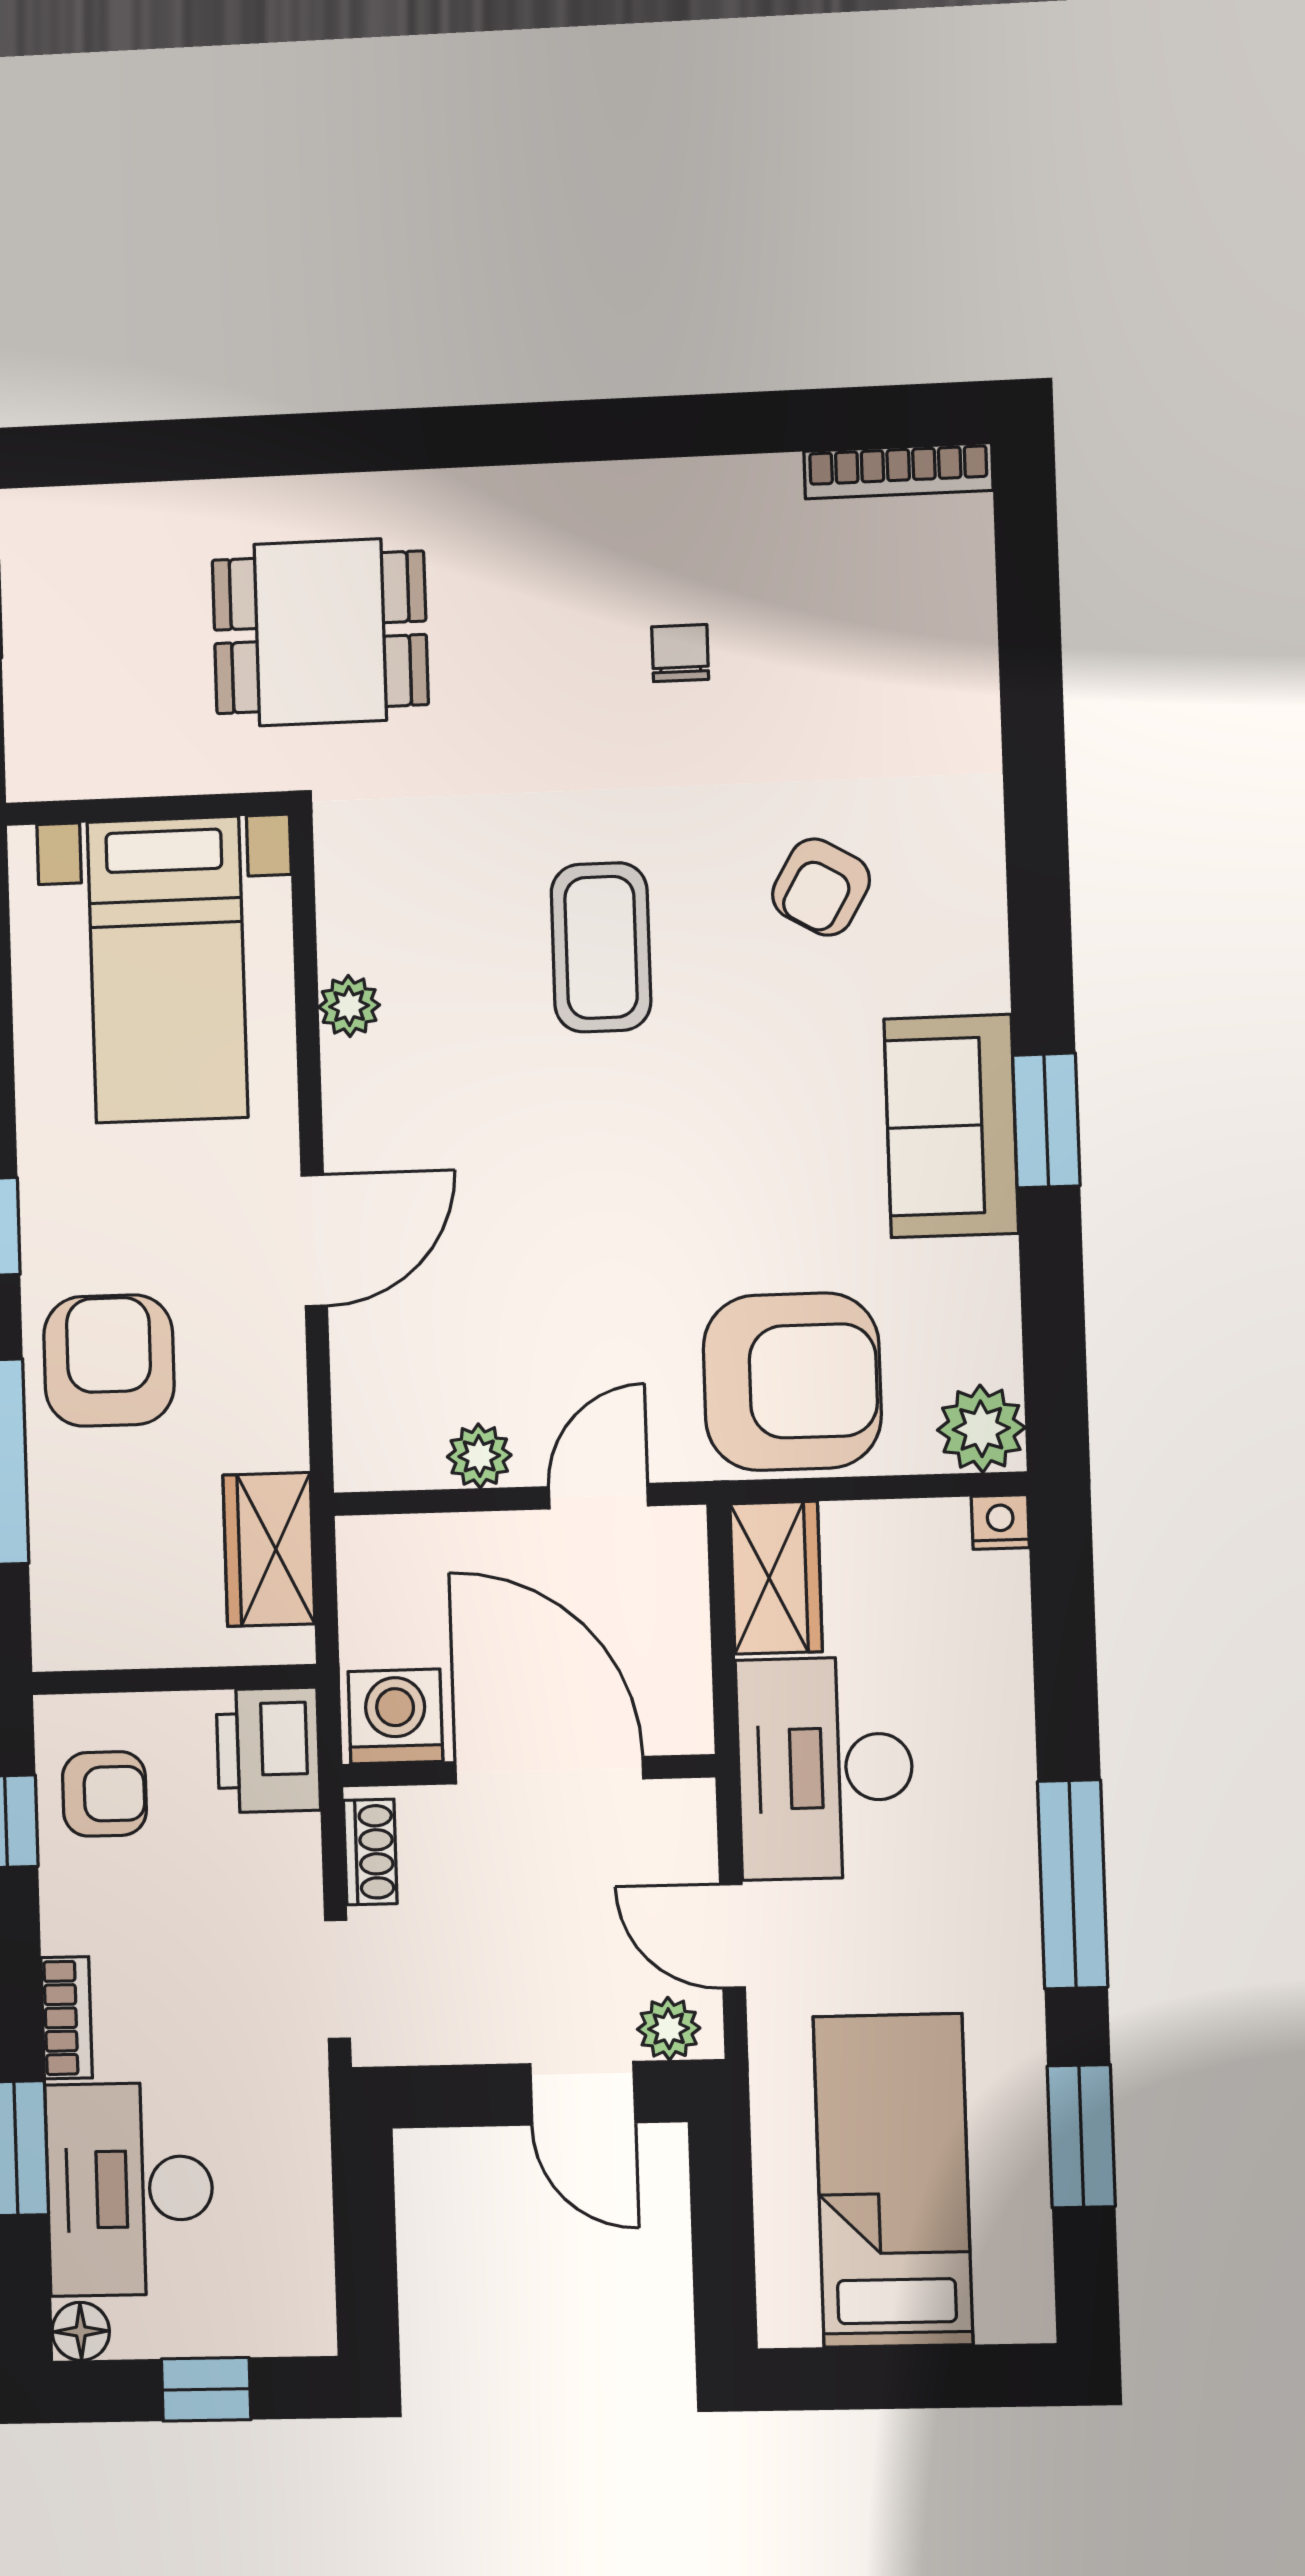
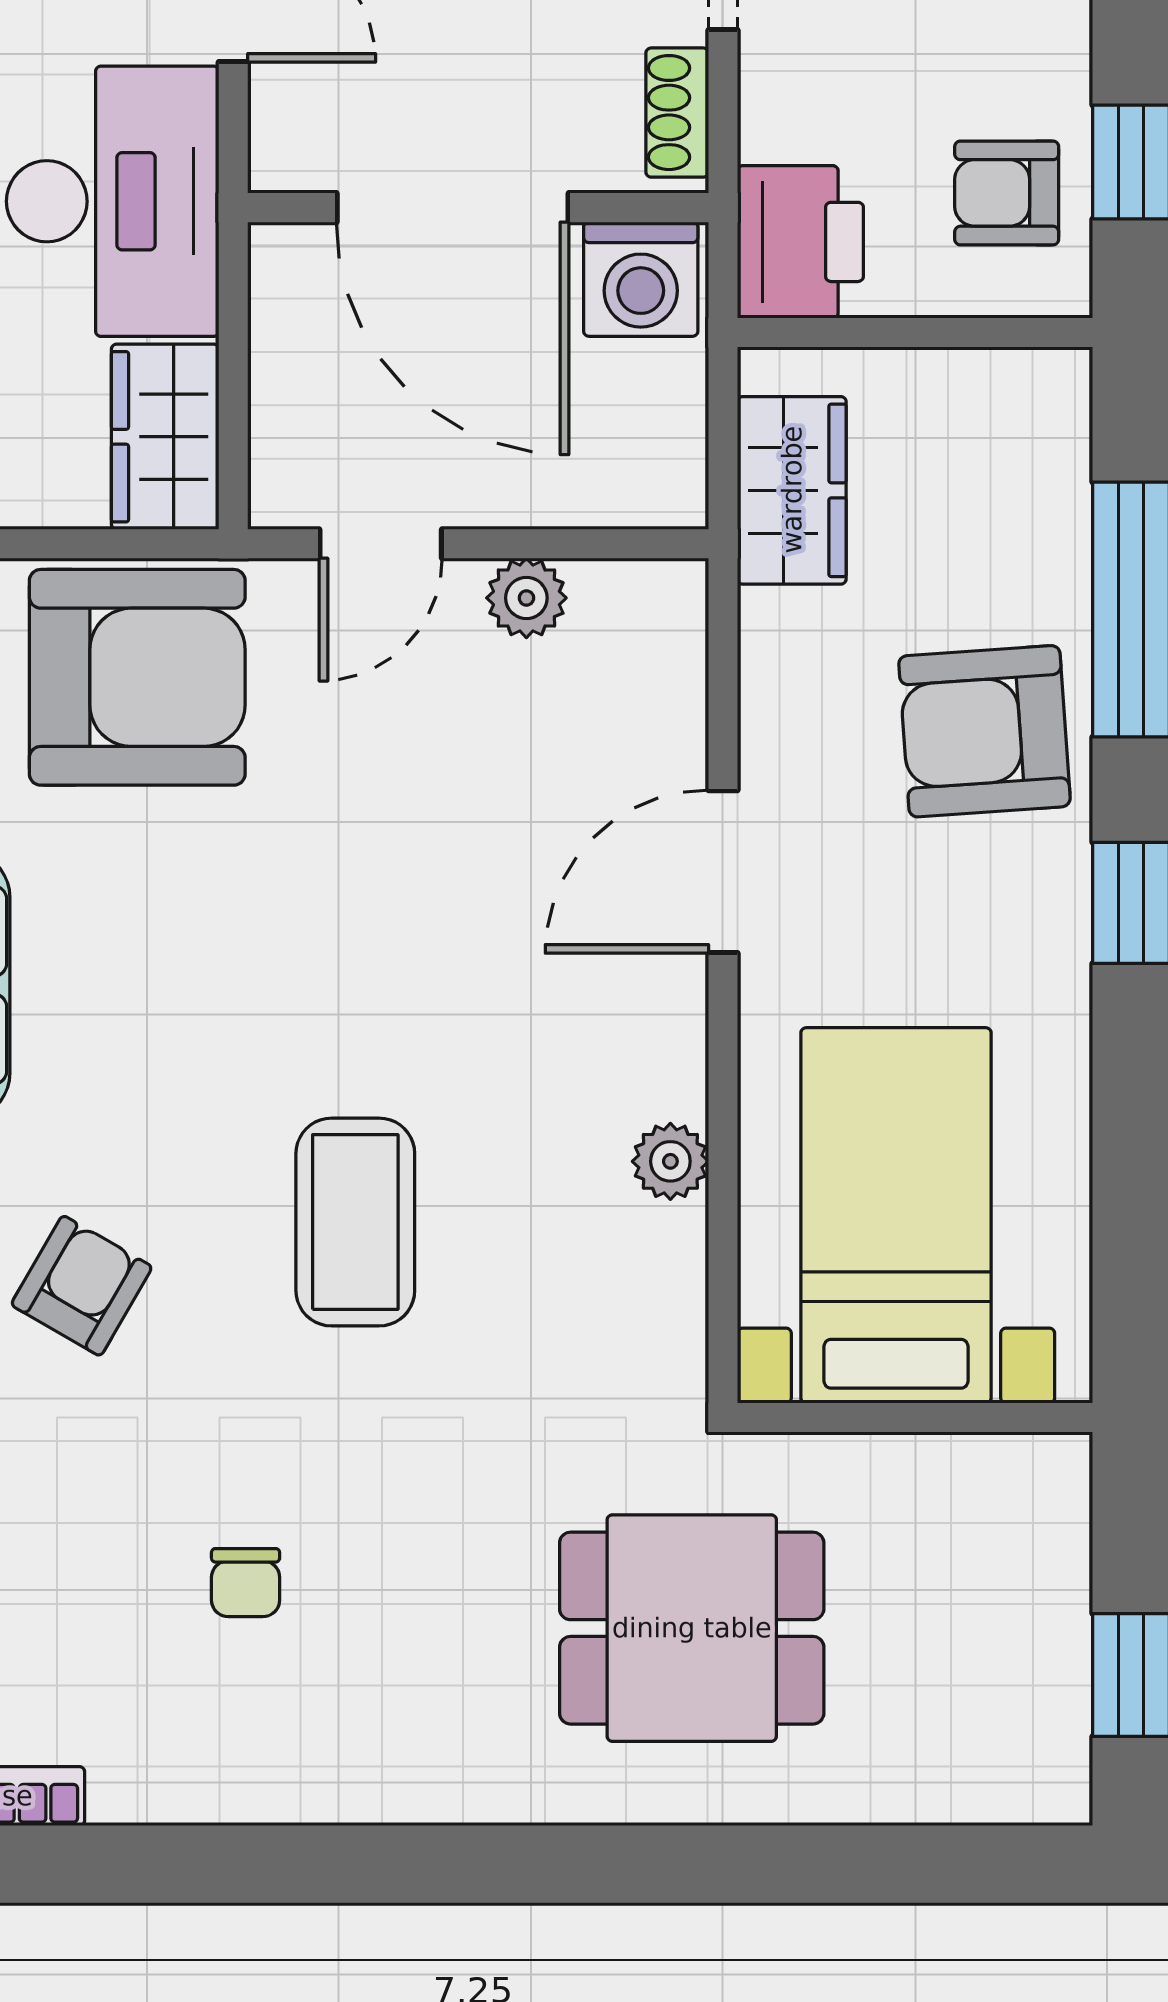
armchair: (109, 1360) -> (984, 731), turned 86
armchair: (792, 1382) -> (137, 677), turned 180

